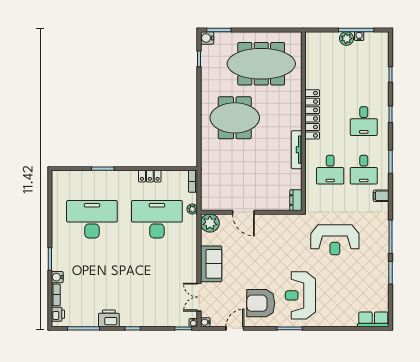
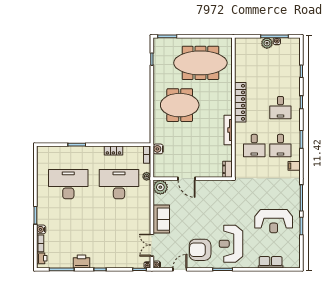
water cooler: (207, 38) -> (158, 149), moved
reception desk: (335, 240) -> (274, 221), moved
row of seats: (373, 319) -> (271, 262), moved

